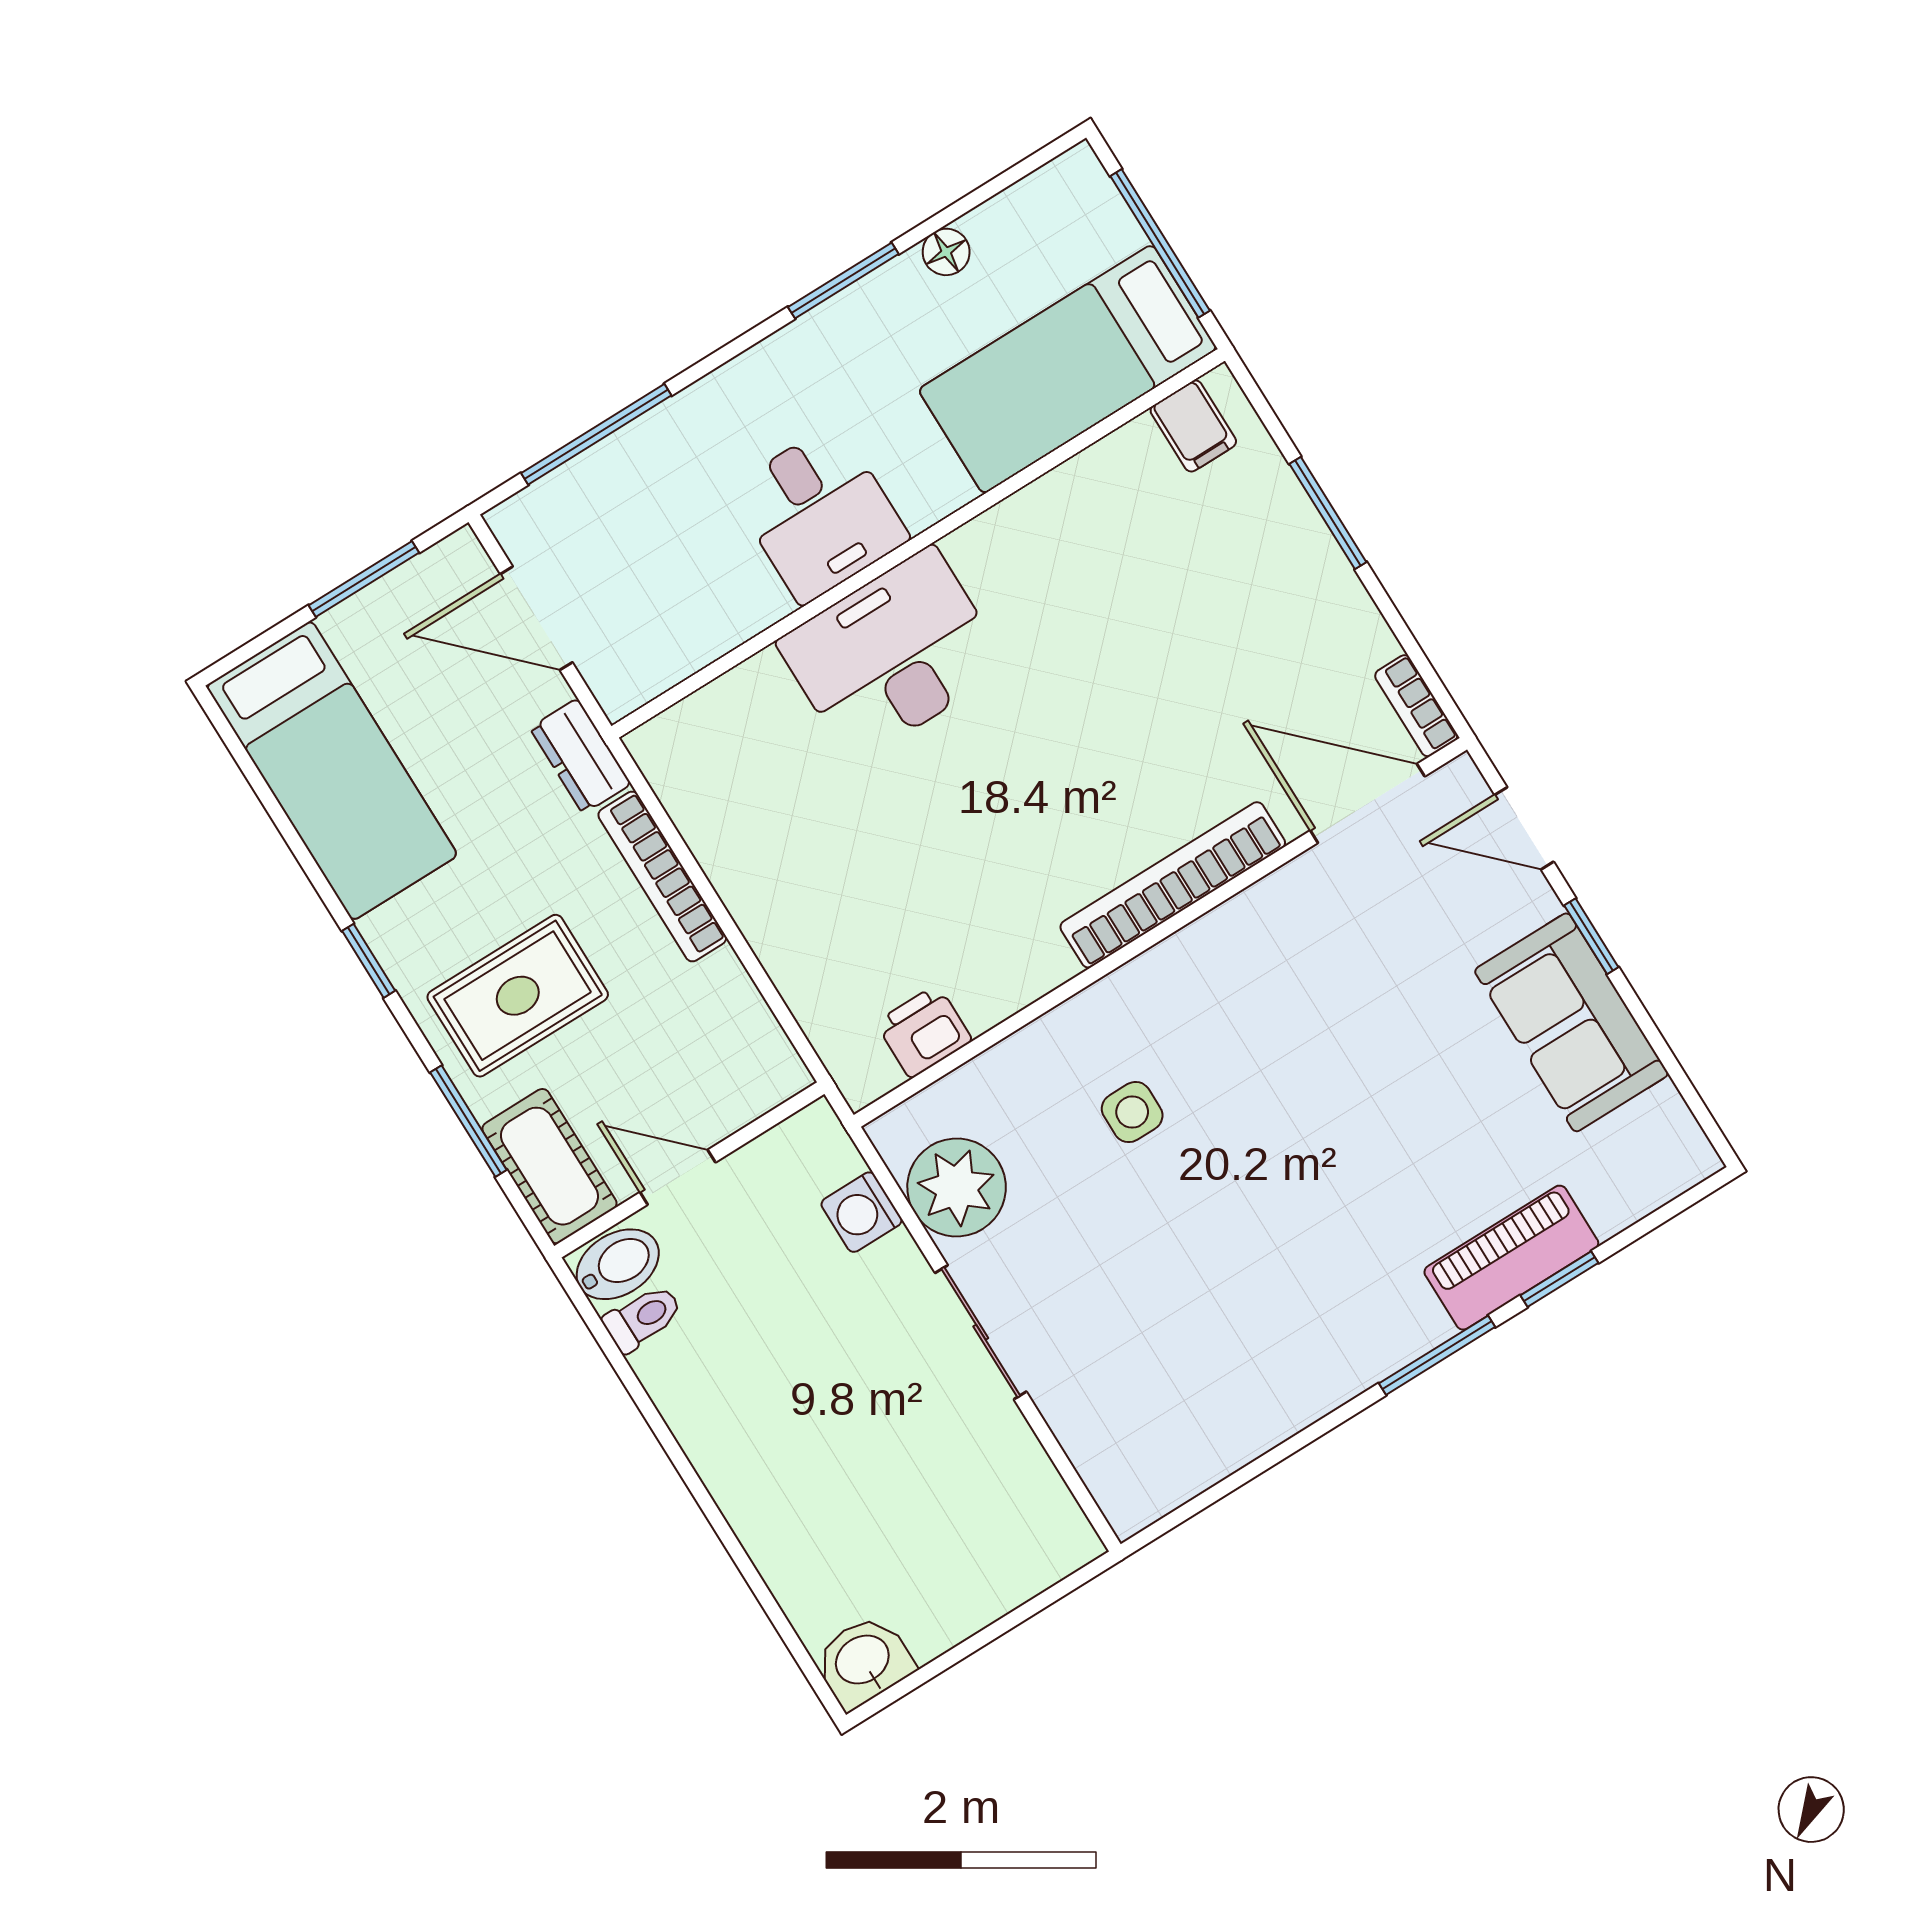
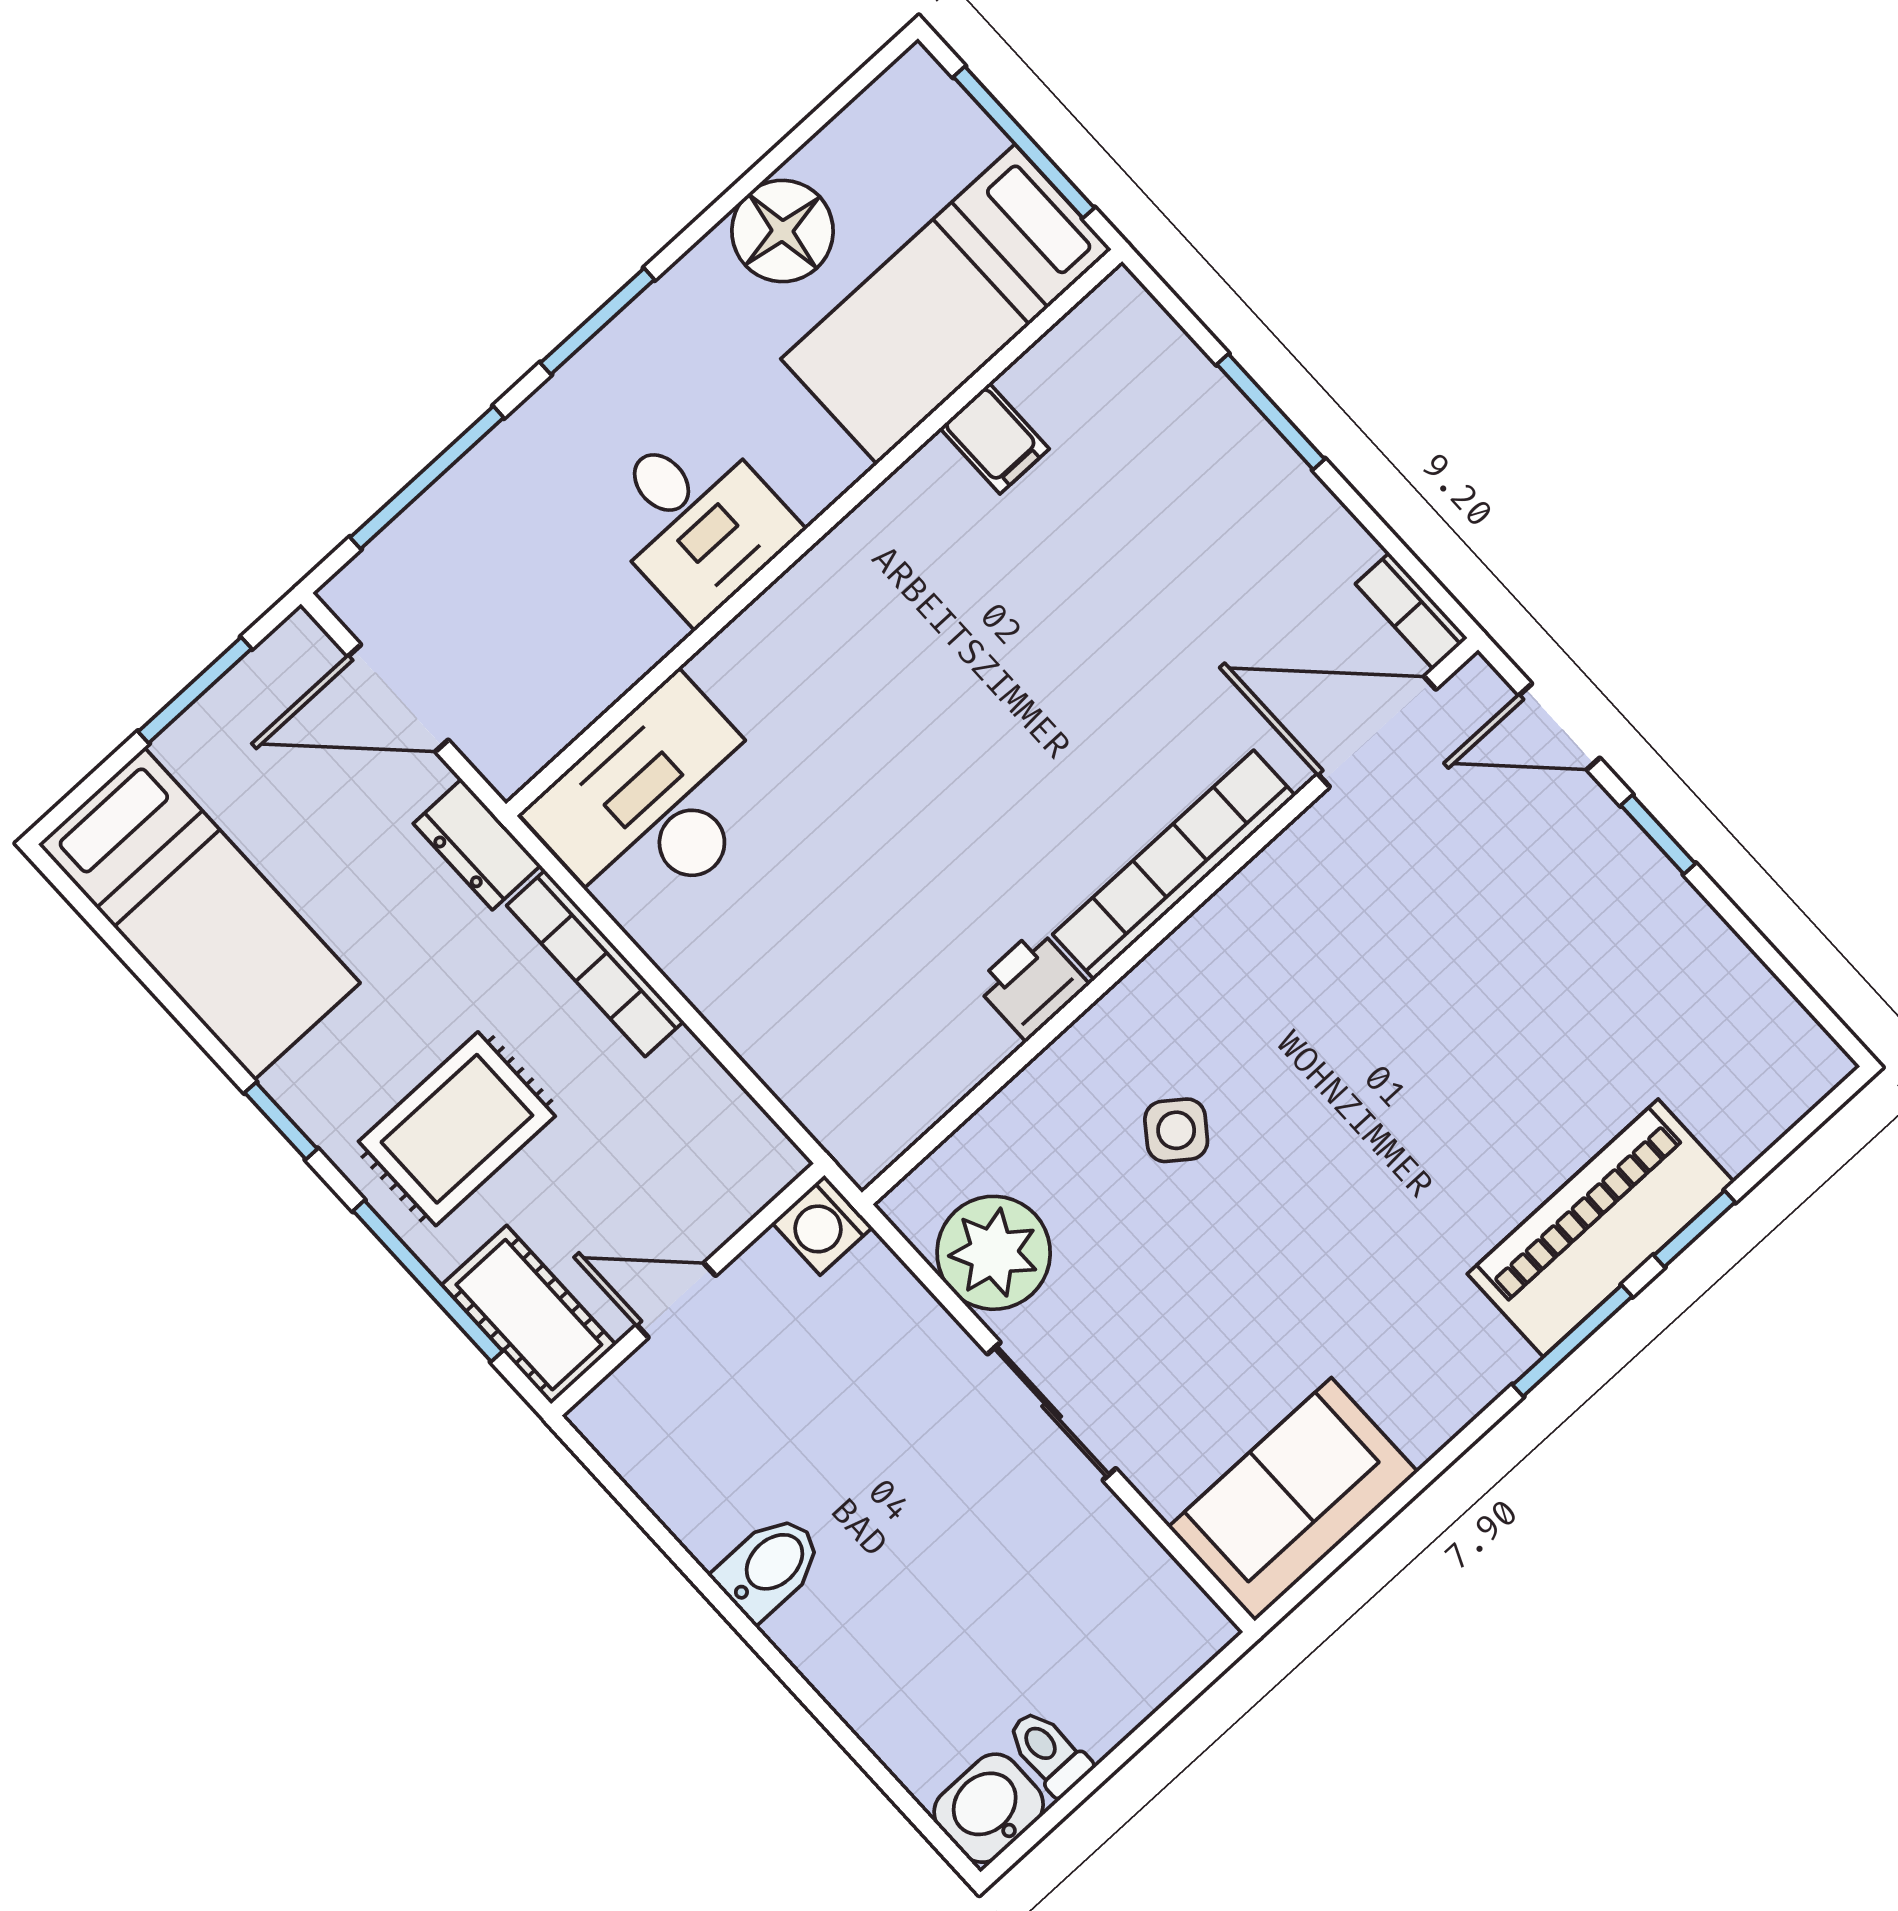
floor lamp: (946, 252) -> (782, 231), width x1.89, depth x1.89
window: (843, 281) -> (597, 321), moved
filing cabinet: (1193, 426) -> (994, 439), moved
desk: (893, 655) -> (656, 804), moved
sofa: (1571, 1022) -> (1293, 1499), moved, turned 90
printer: (924, 1031) -> (1032, 984), moved
side table: (1132, 1112) -> (1176, 1130), turned 37
window: (468, 1121) -> (428, 1281), width x1.44
washing machine: (862, 1212) -> (822, 1225), moved
piano: (1511, 1258) -> (1601, 1228), width x1.37, depth x1.33
bidet: (618, 1264) -> (769, 1567), moved
toilet: (643, 1318) -> (1049, 1752), moved, turned -90

